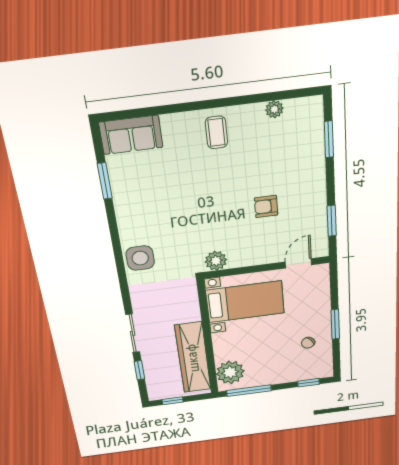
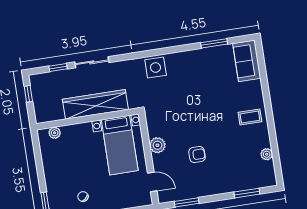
armchair: (266, 206) -> (197, 155), turned 90
plant: (216, 261) -> (157, 145), moved
wardrobe: (193, 358) -> (95, 104), moved
plant: (230, 372) -> (55, 133), width x0.53, depth x0.53
window: (249, 391) -> (38, 154), removed

